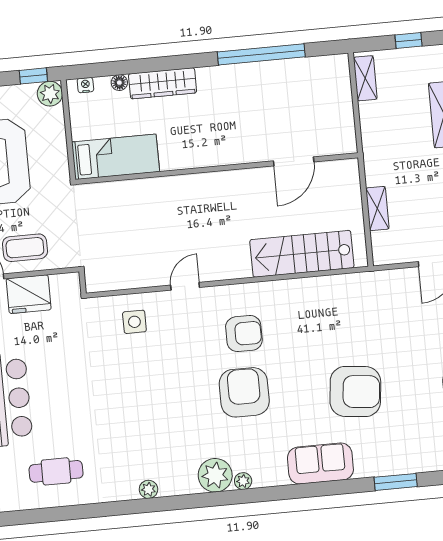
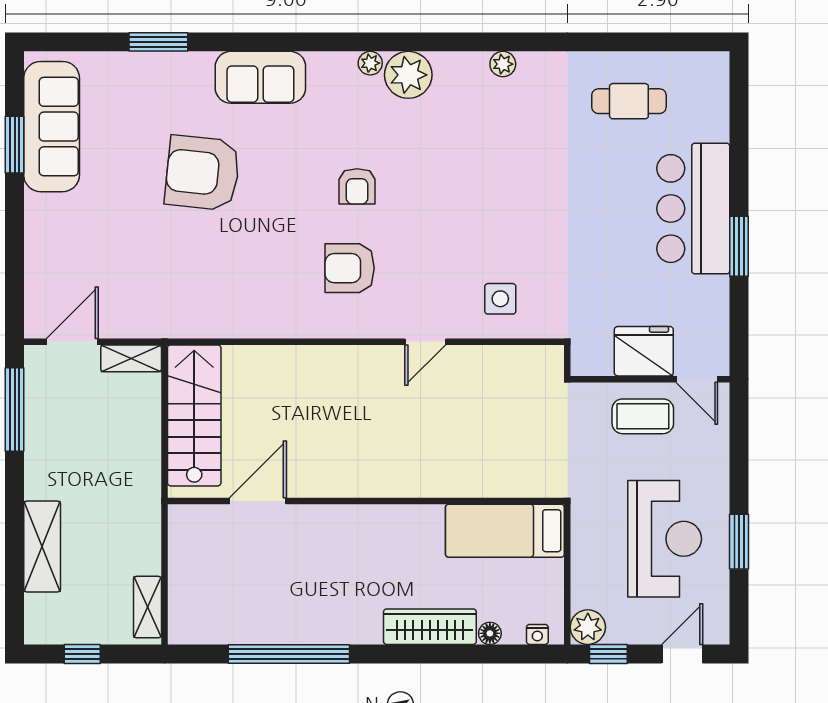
shelving: (377, 209) -> (131, 358), moved, turned 90
stairs: (302, 254) -> (194, 415), moved, turned -90
armchair: (244, 392) -> (357, 186), width x0.53, depth x0.53

